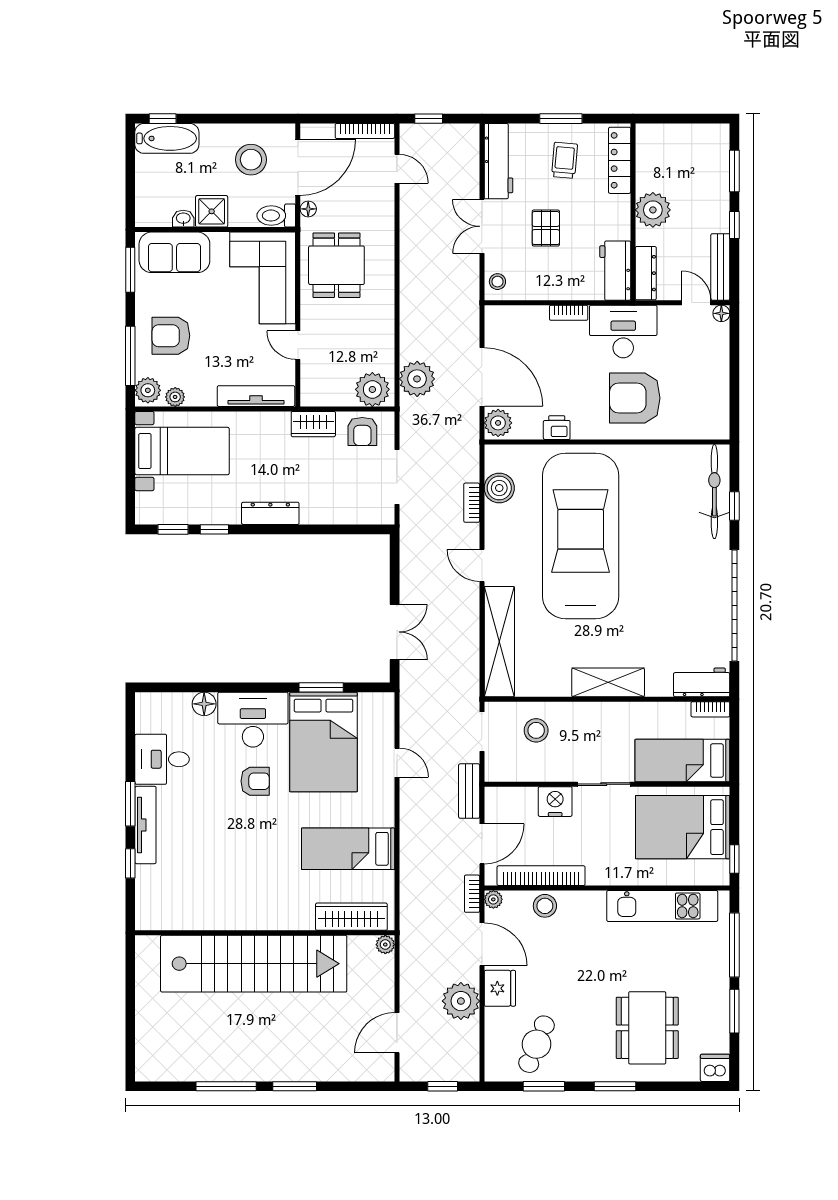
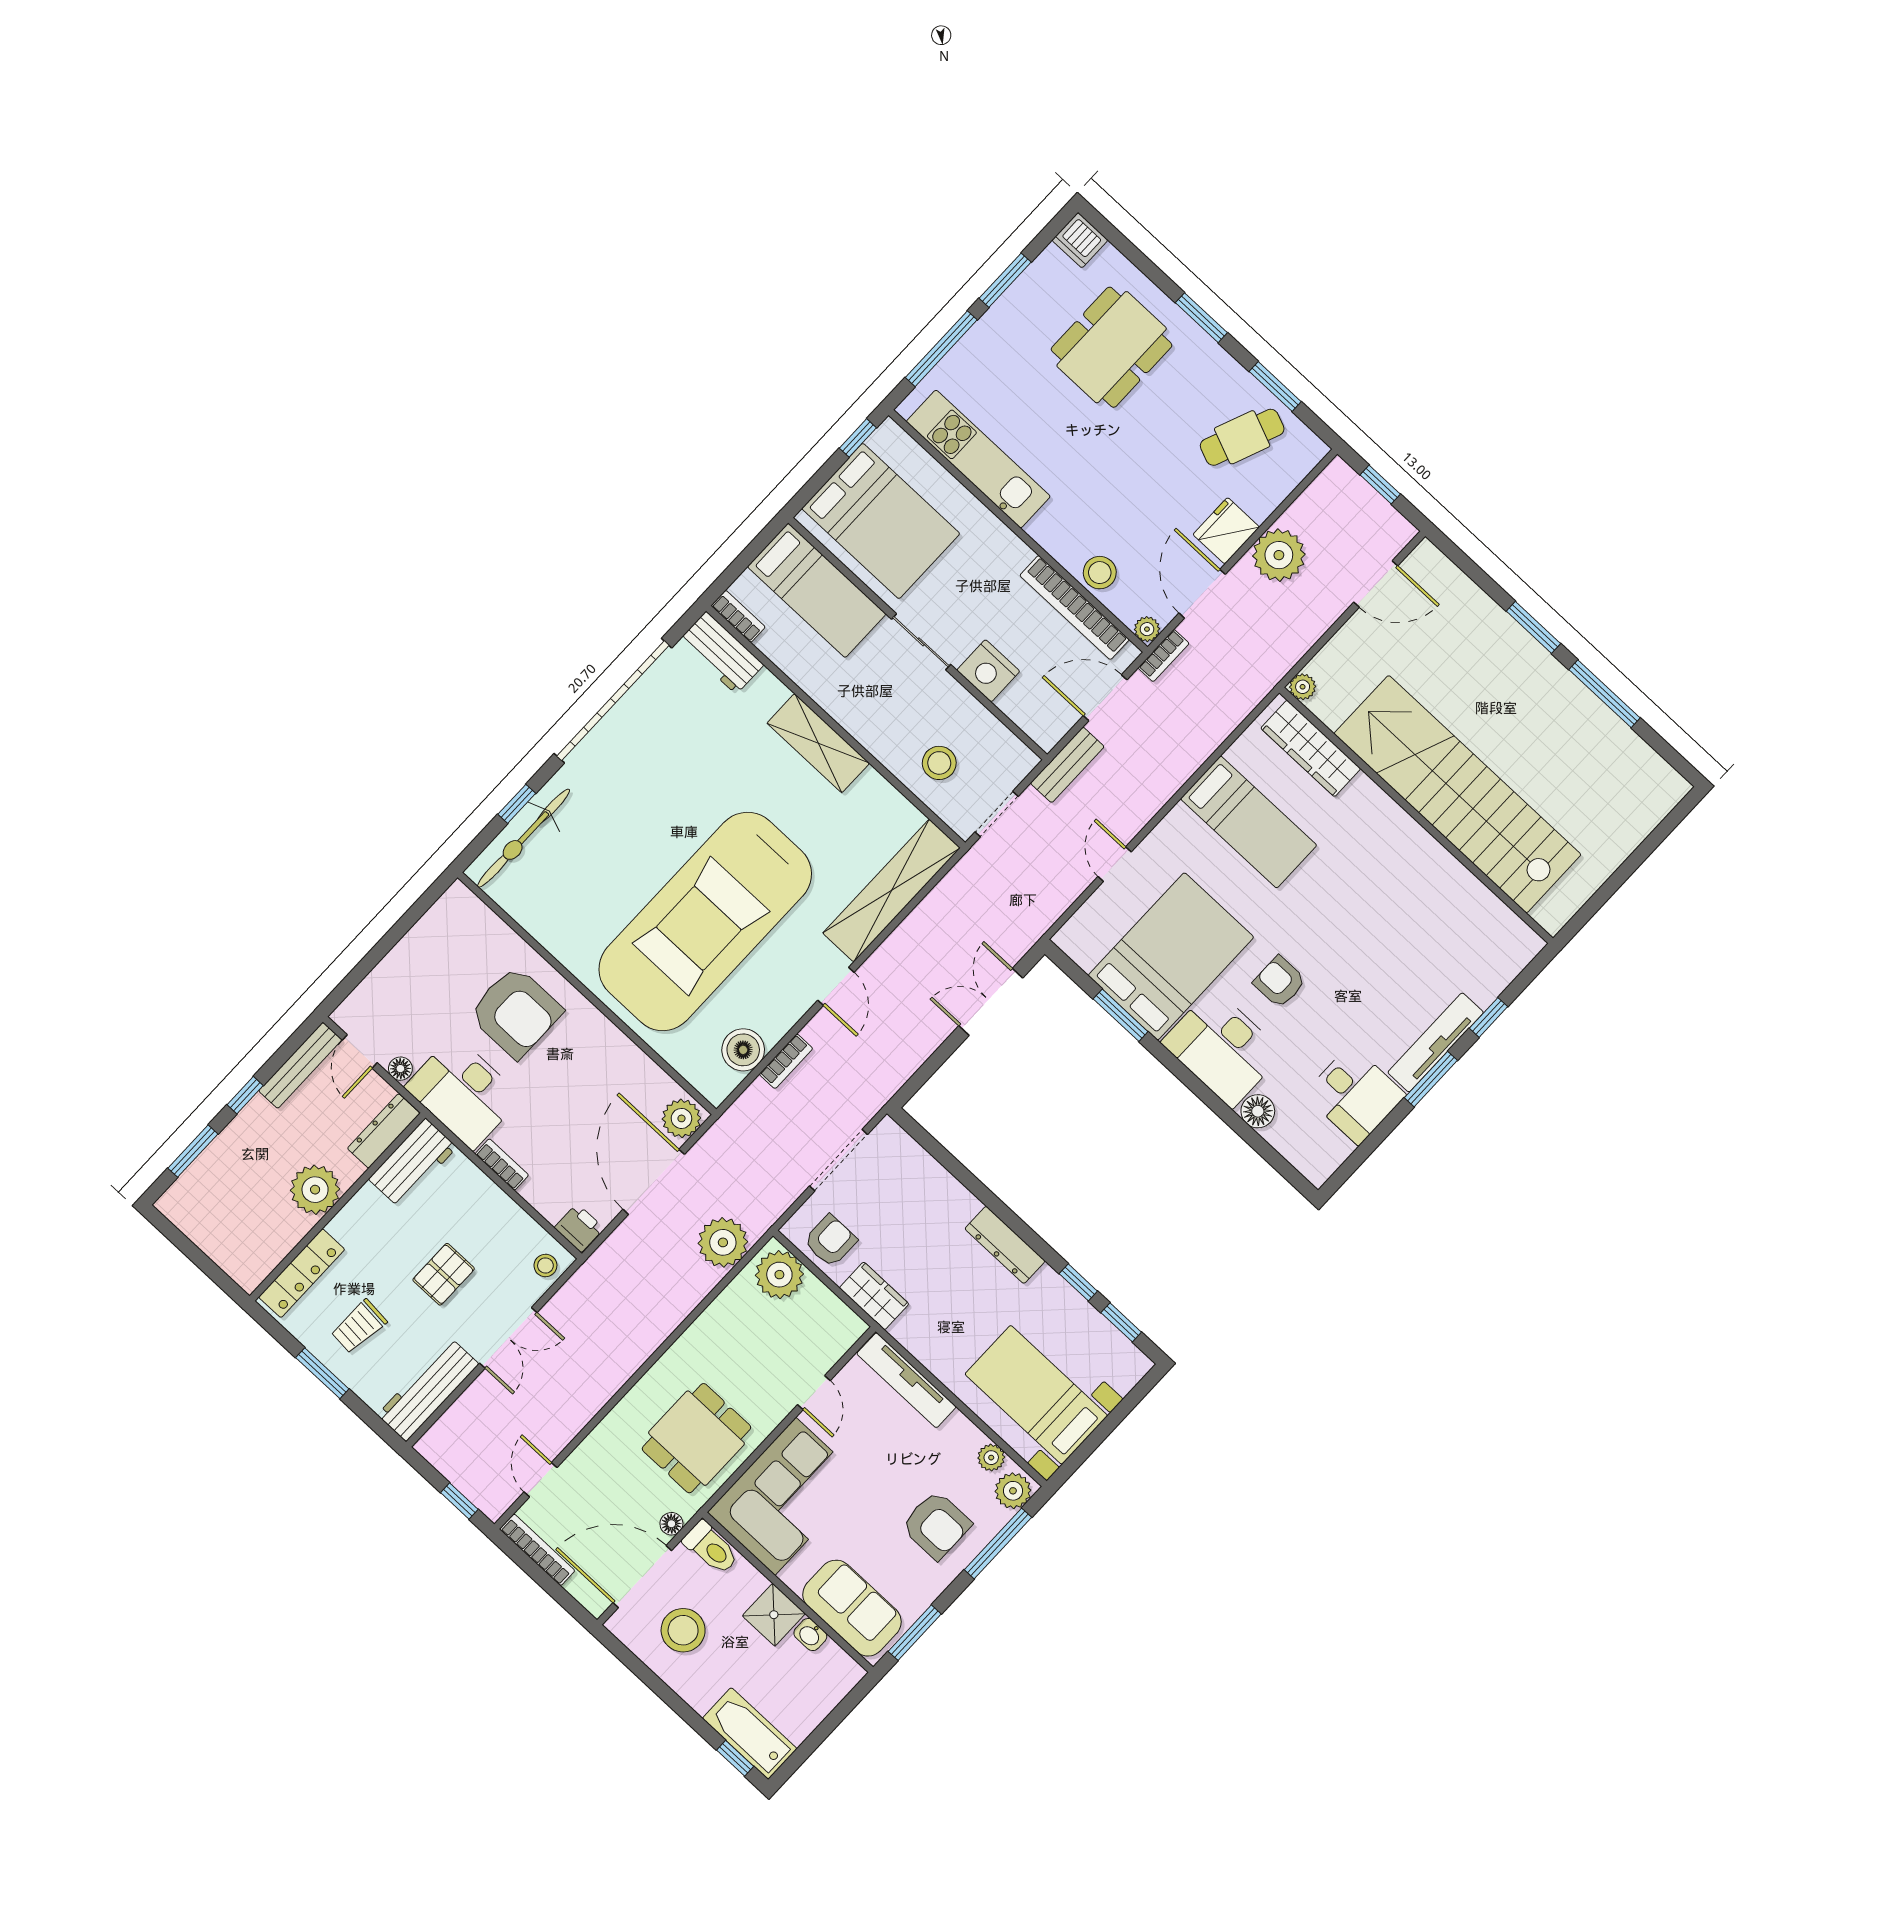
floor lamp: (721, 313) -> (400, 1069), moved
printer: (557, 428) -> (579, 1228), moved, turned 180

